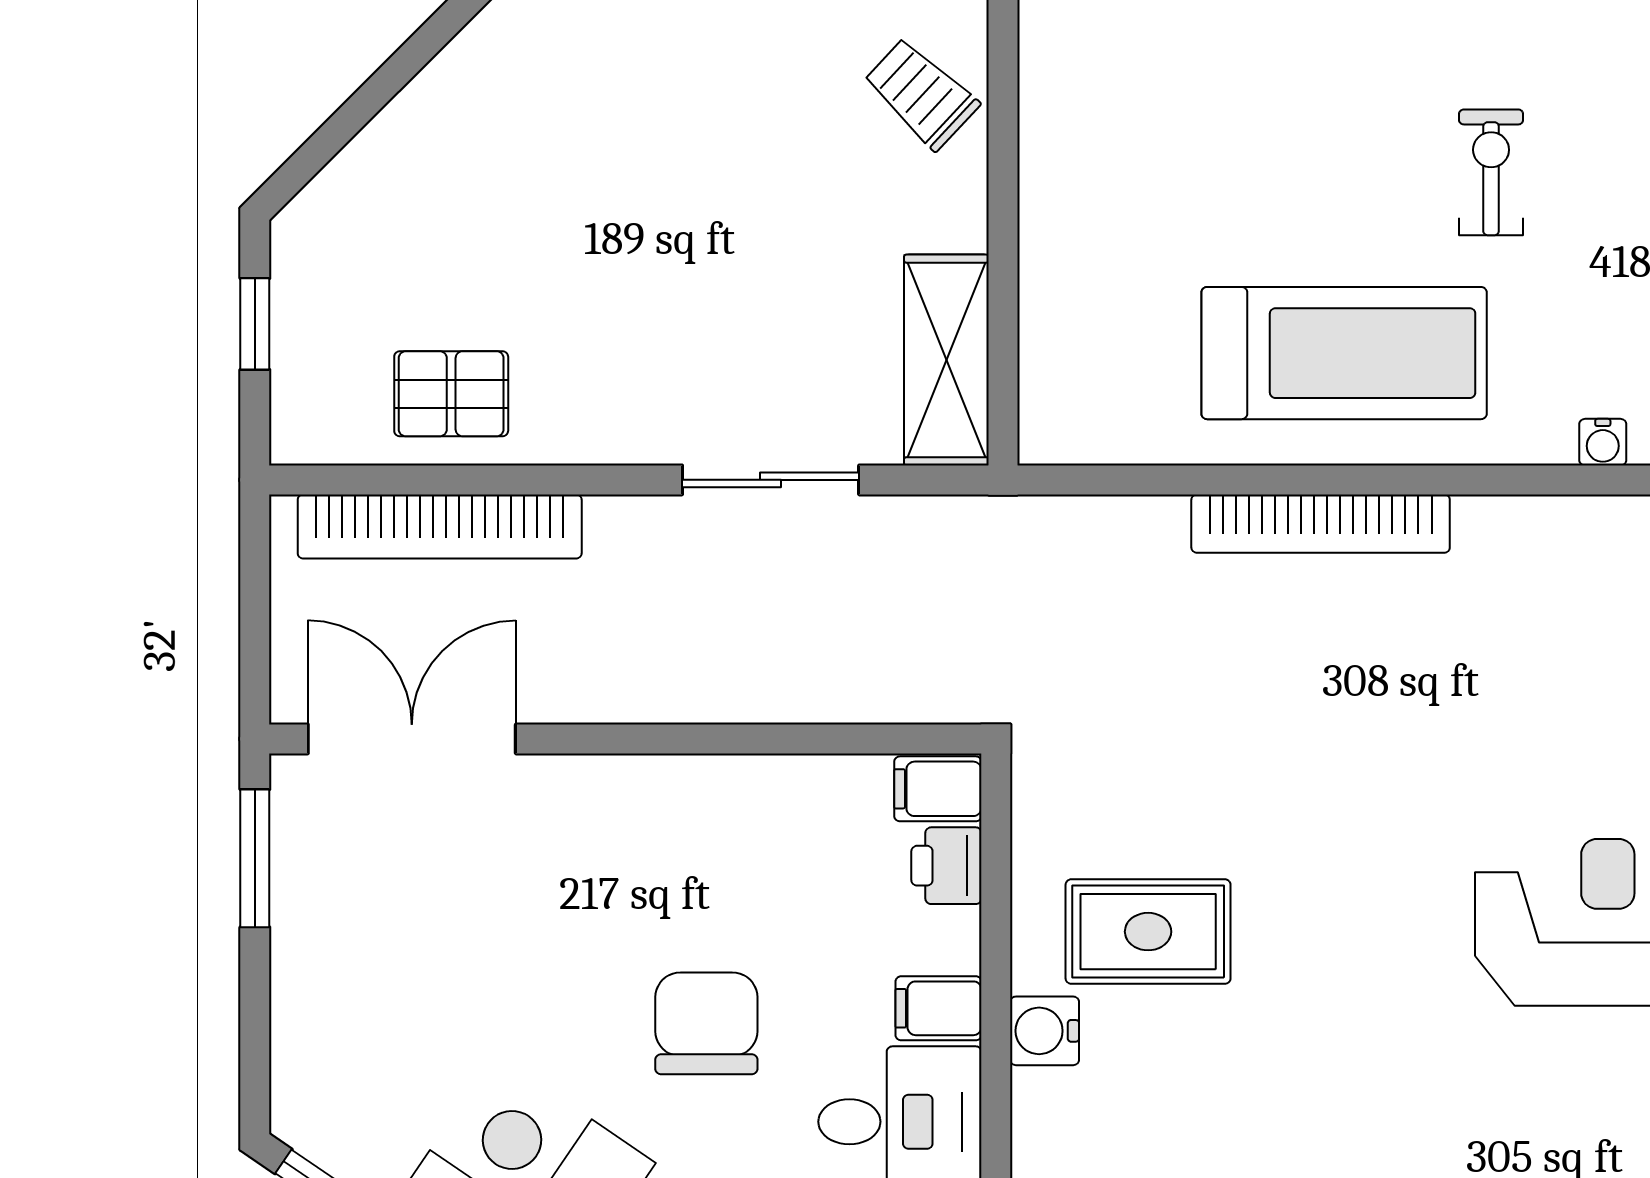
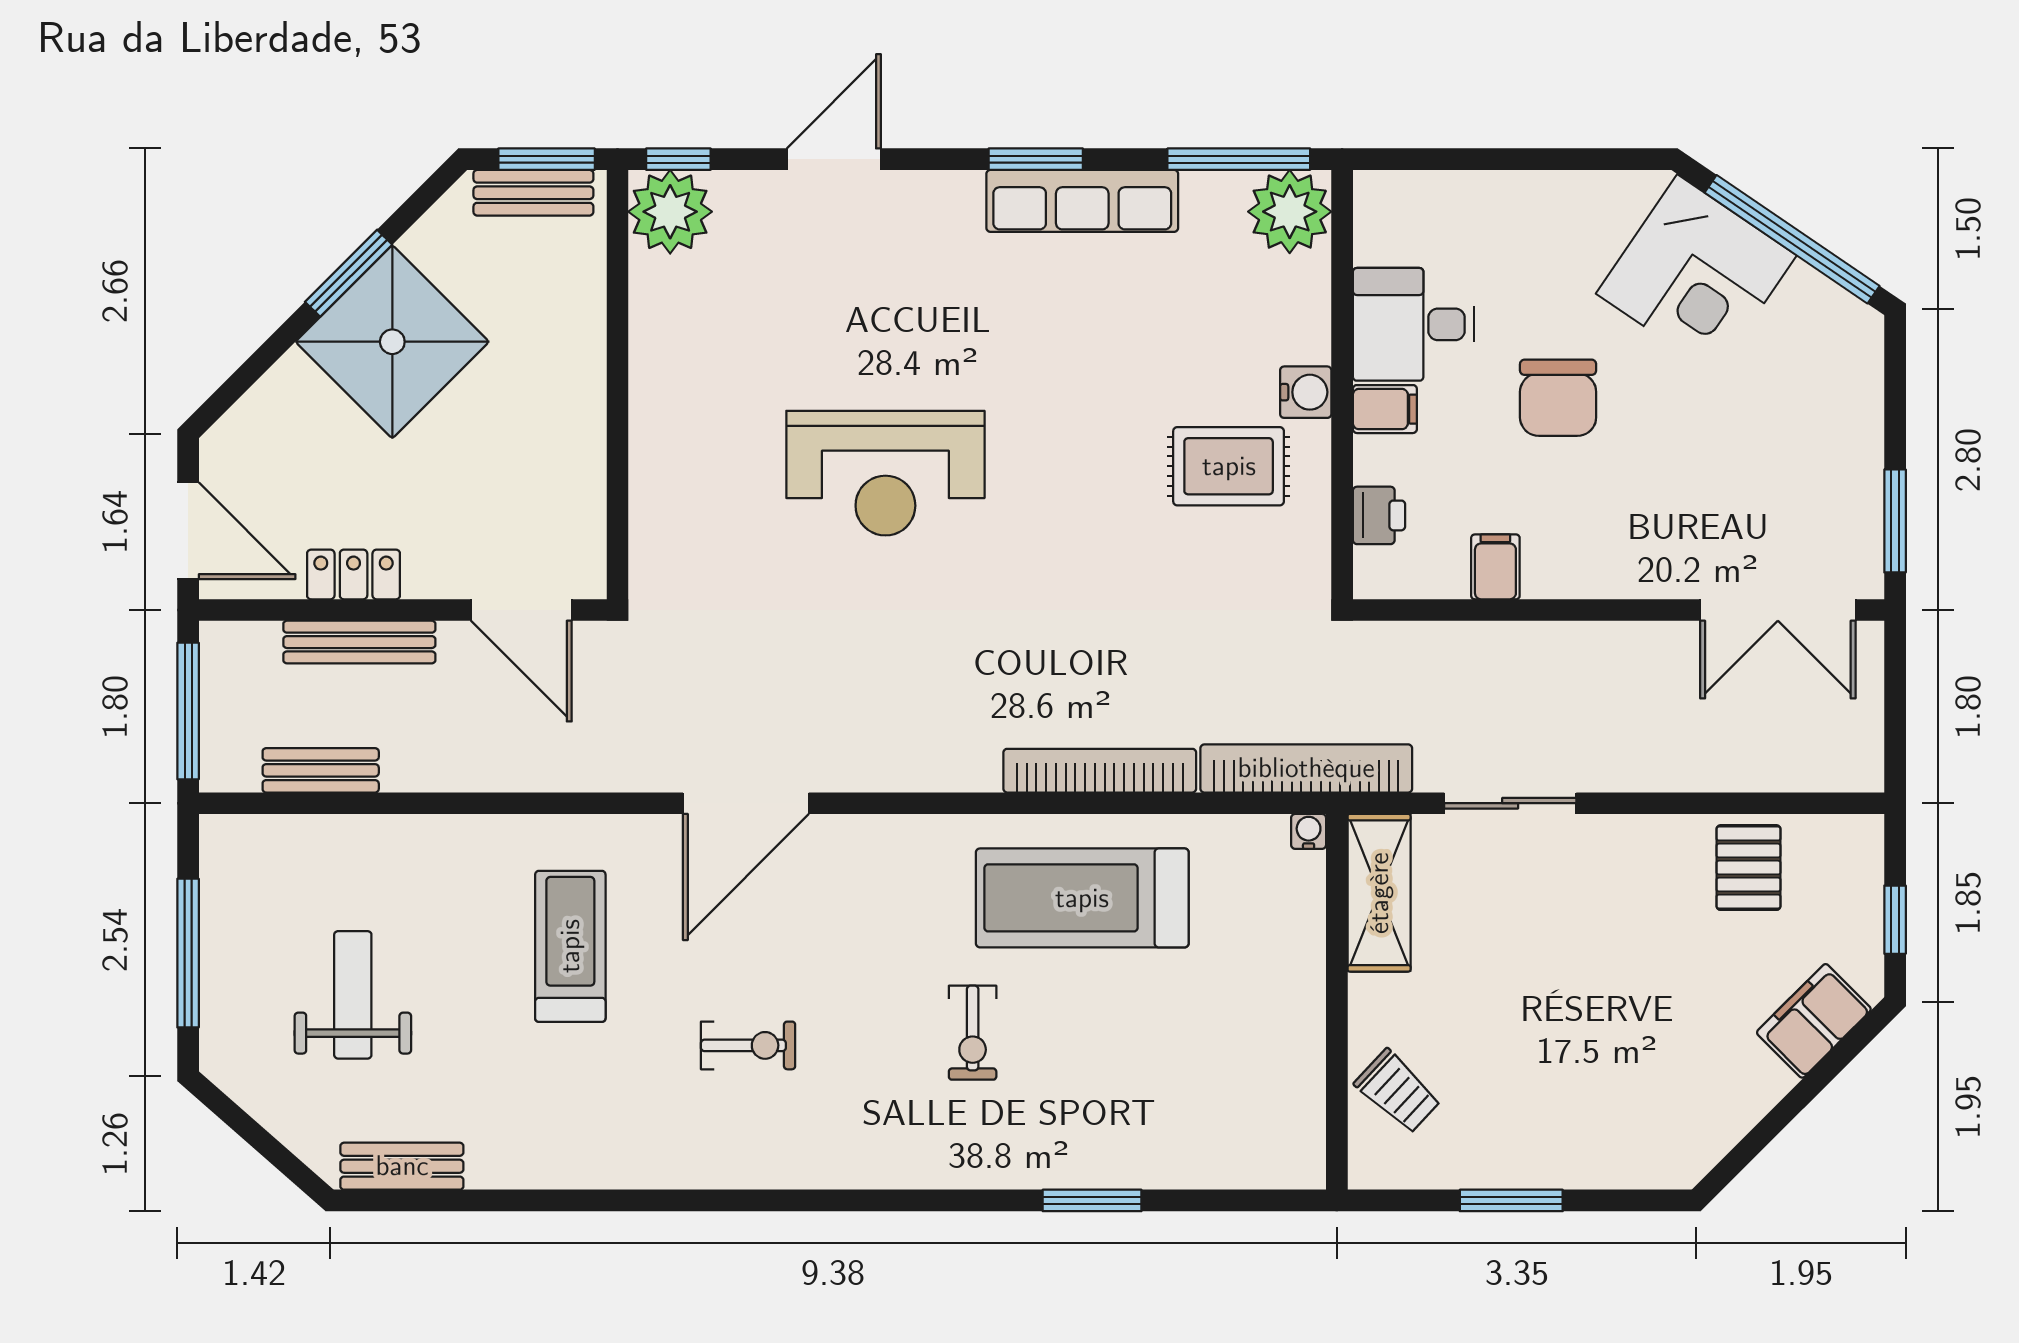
filing cabinet: (363, 188) -> (1814, 1021), added
pallet: (451, 394) -> (1748, 868), turned 90
water cooler: (1603, 442) -> (1309, 831), moved
bookcase: (440, 527) -> (1306, 768), moved
filing cabinet: (938, 789) -> (1495, 567), moved, turned -90

